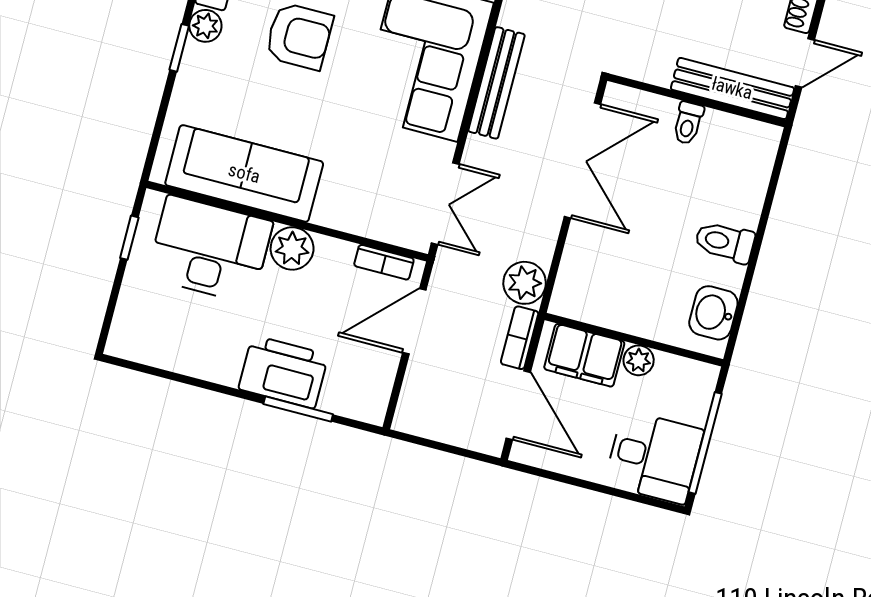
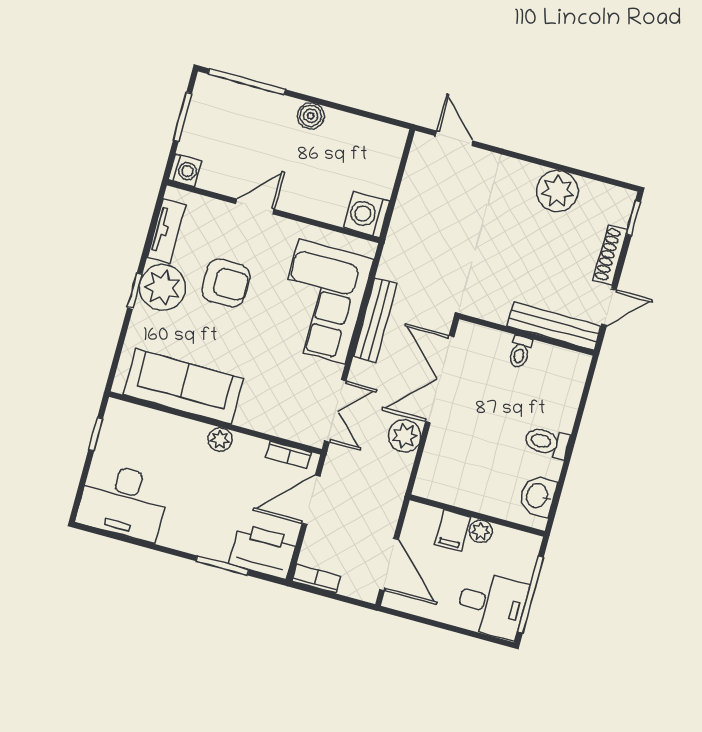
plant: (205, 26) -> (162, 287), width x1.87, depth x1.87
double door: (582, 160) -> (440, 379), swing flipped
plant: (292, 248) -> (220, 439), width x0.73, depth x0.73
desk: (210, 249) -> (123, 502), moved, turned 180
plant: (525, 283) -> (405, 436), moved
bookcase: (520, 338) -> (316, 579), moved, turned 90
filing cabinet: (584, 355) -> (453, 531), width x0.50
printer: (284, 372) -> (263, 551), moved

